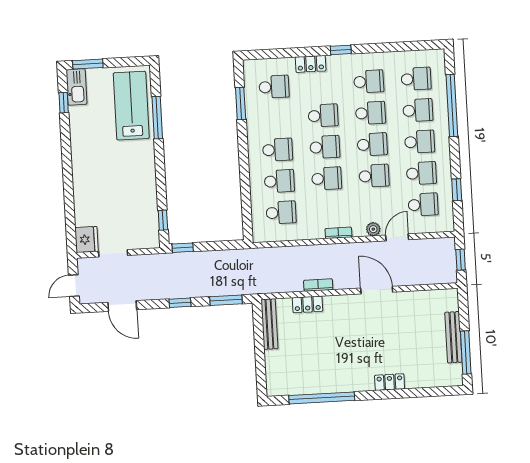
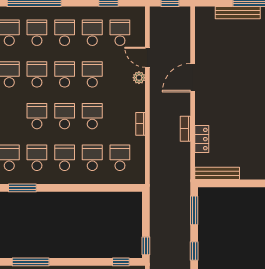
school desk: (276, 118) -> (37, 158), added
bookcase: (338, 233) -> (141, 124), moved

